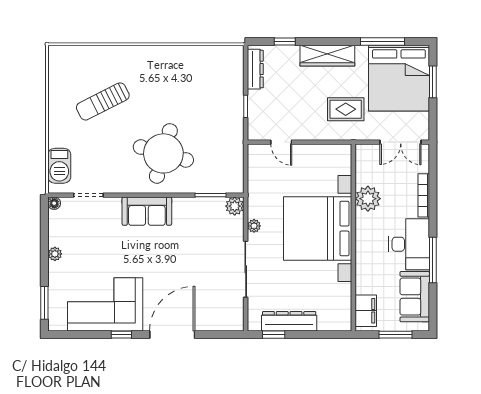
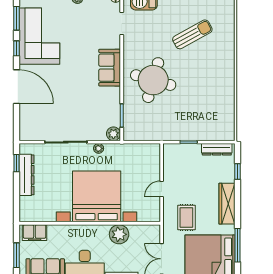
sun lounger: (103, 101) -> (192, 34), turned 88
door: (281, 142) -> (162, 189), moved
window: (81, 335) -> (16, 18), added

